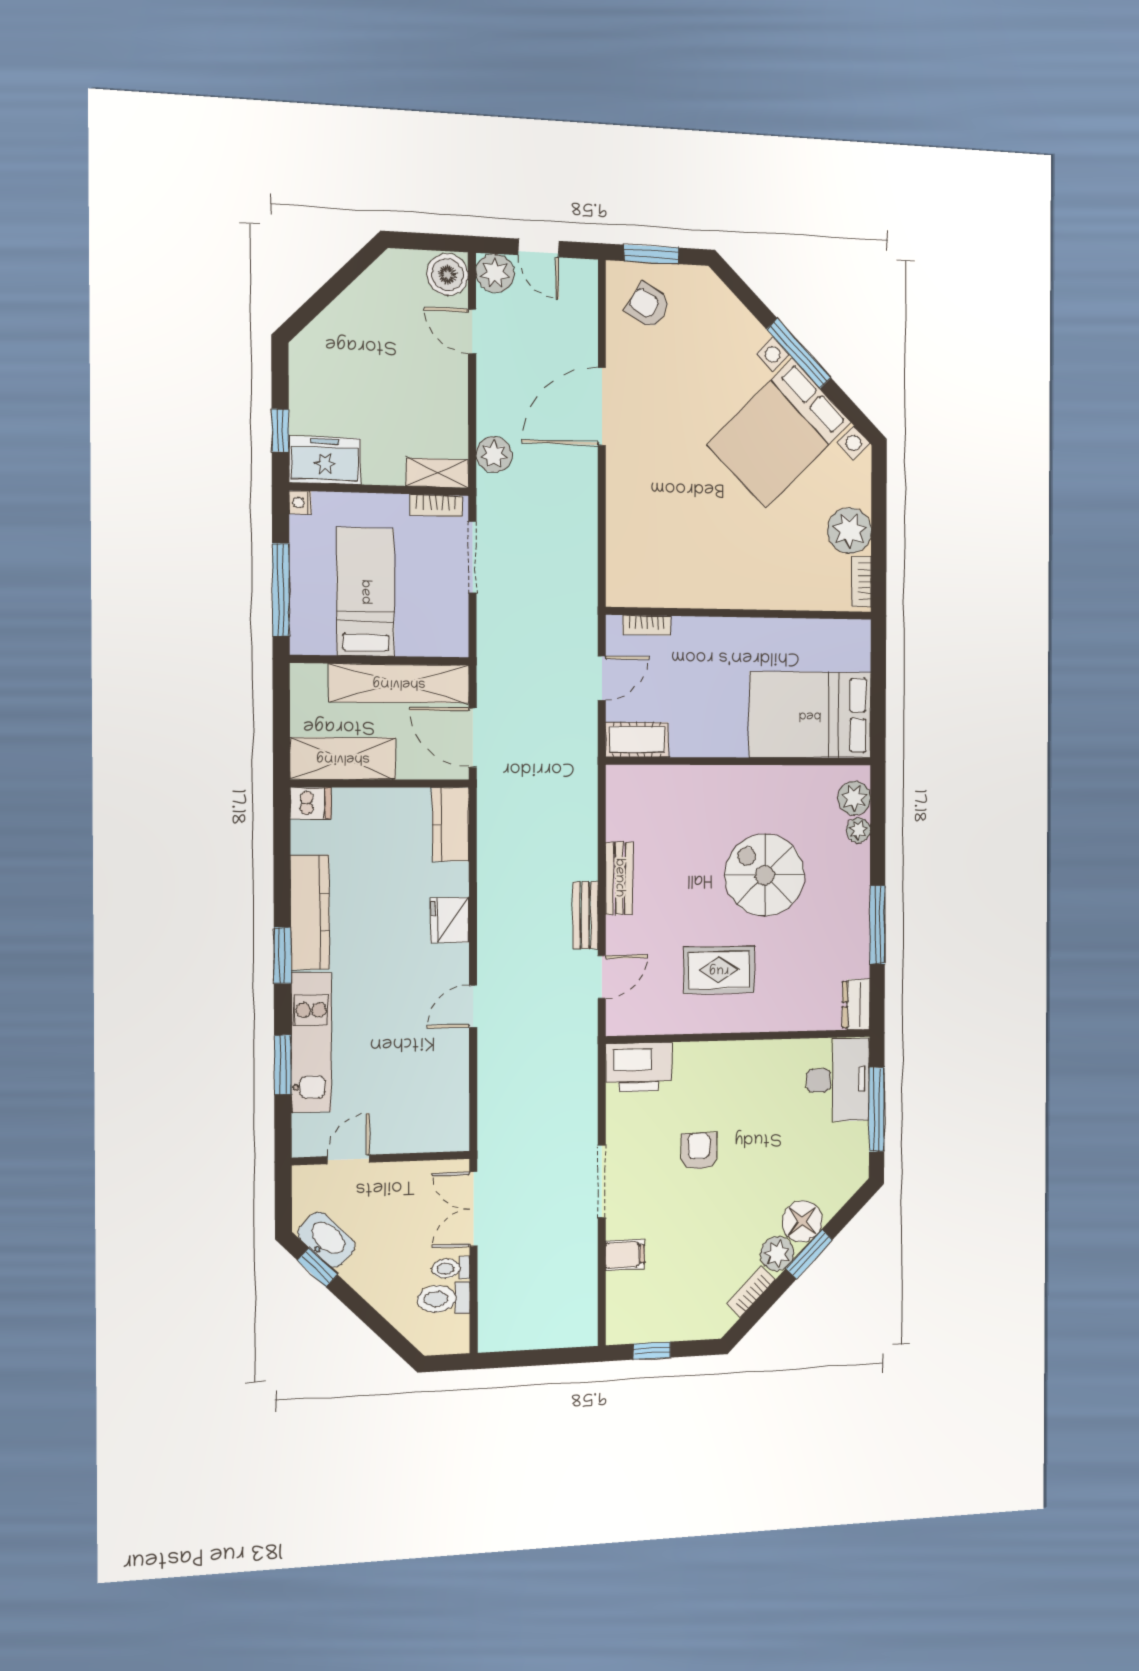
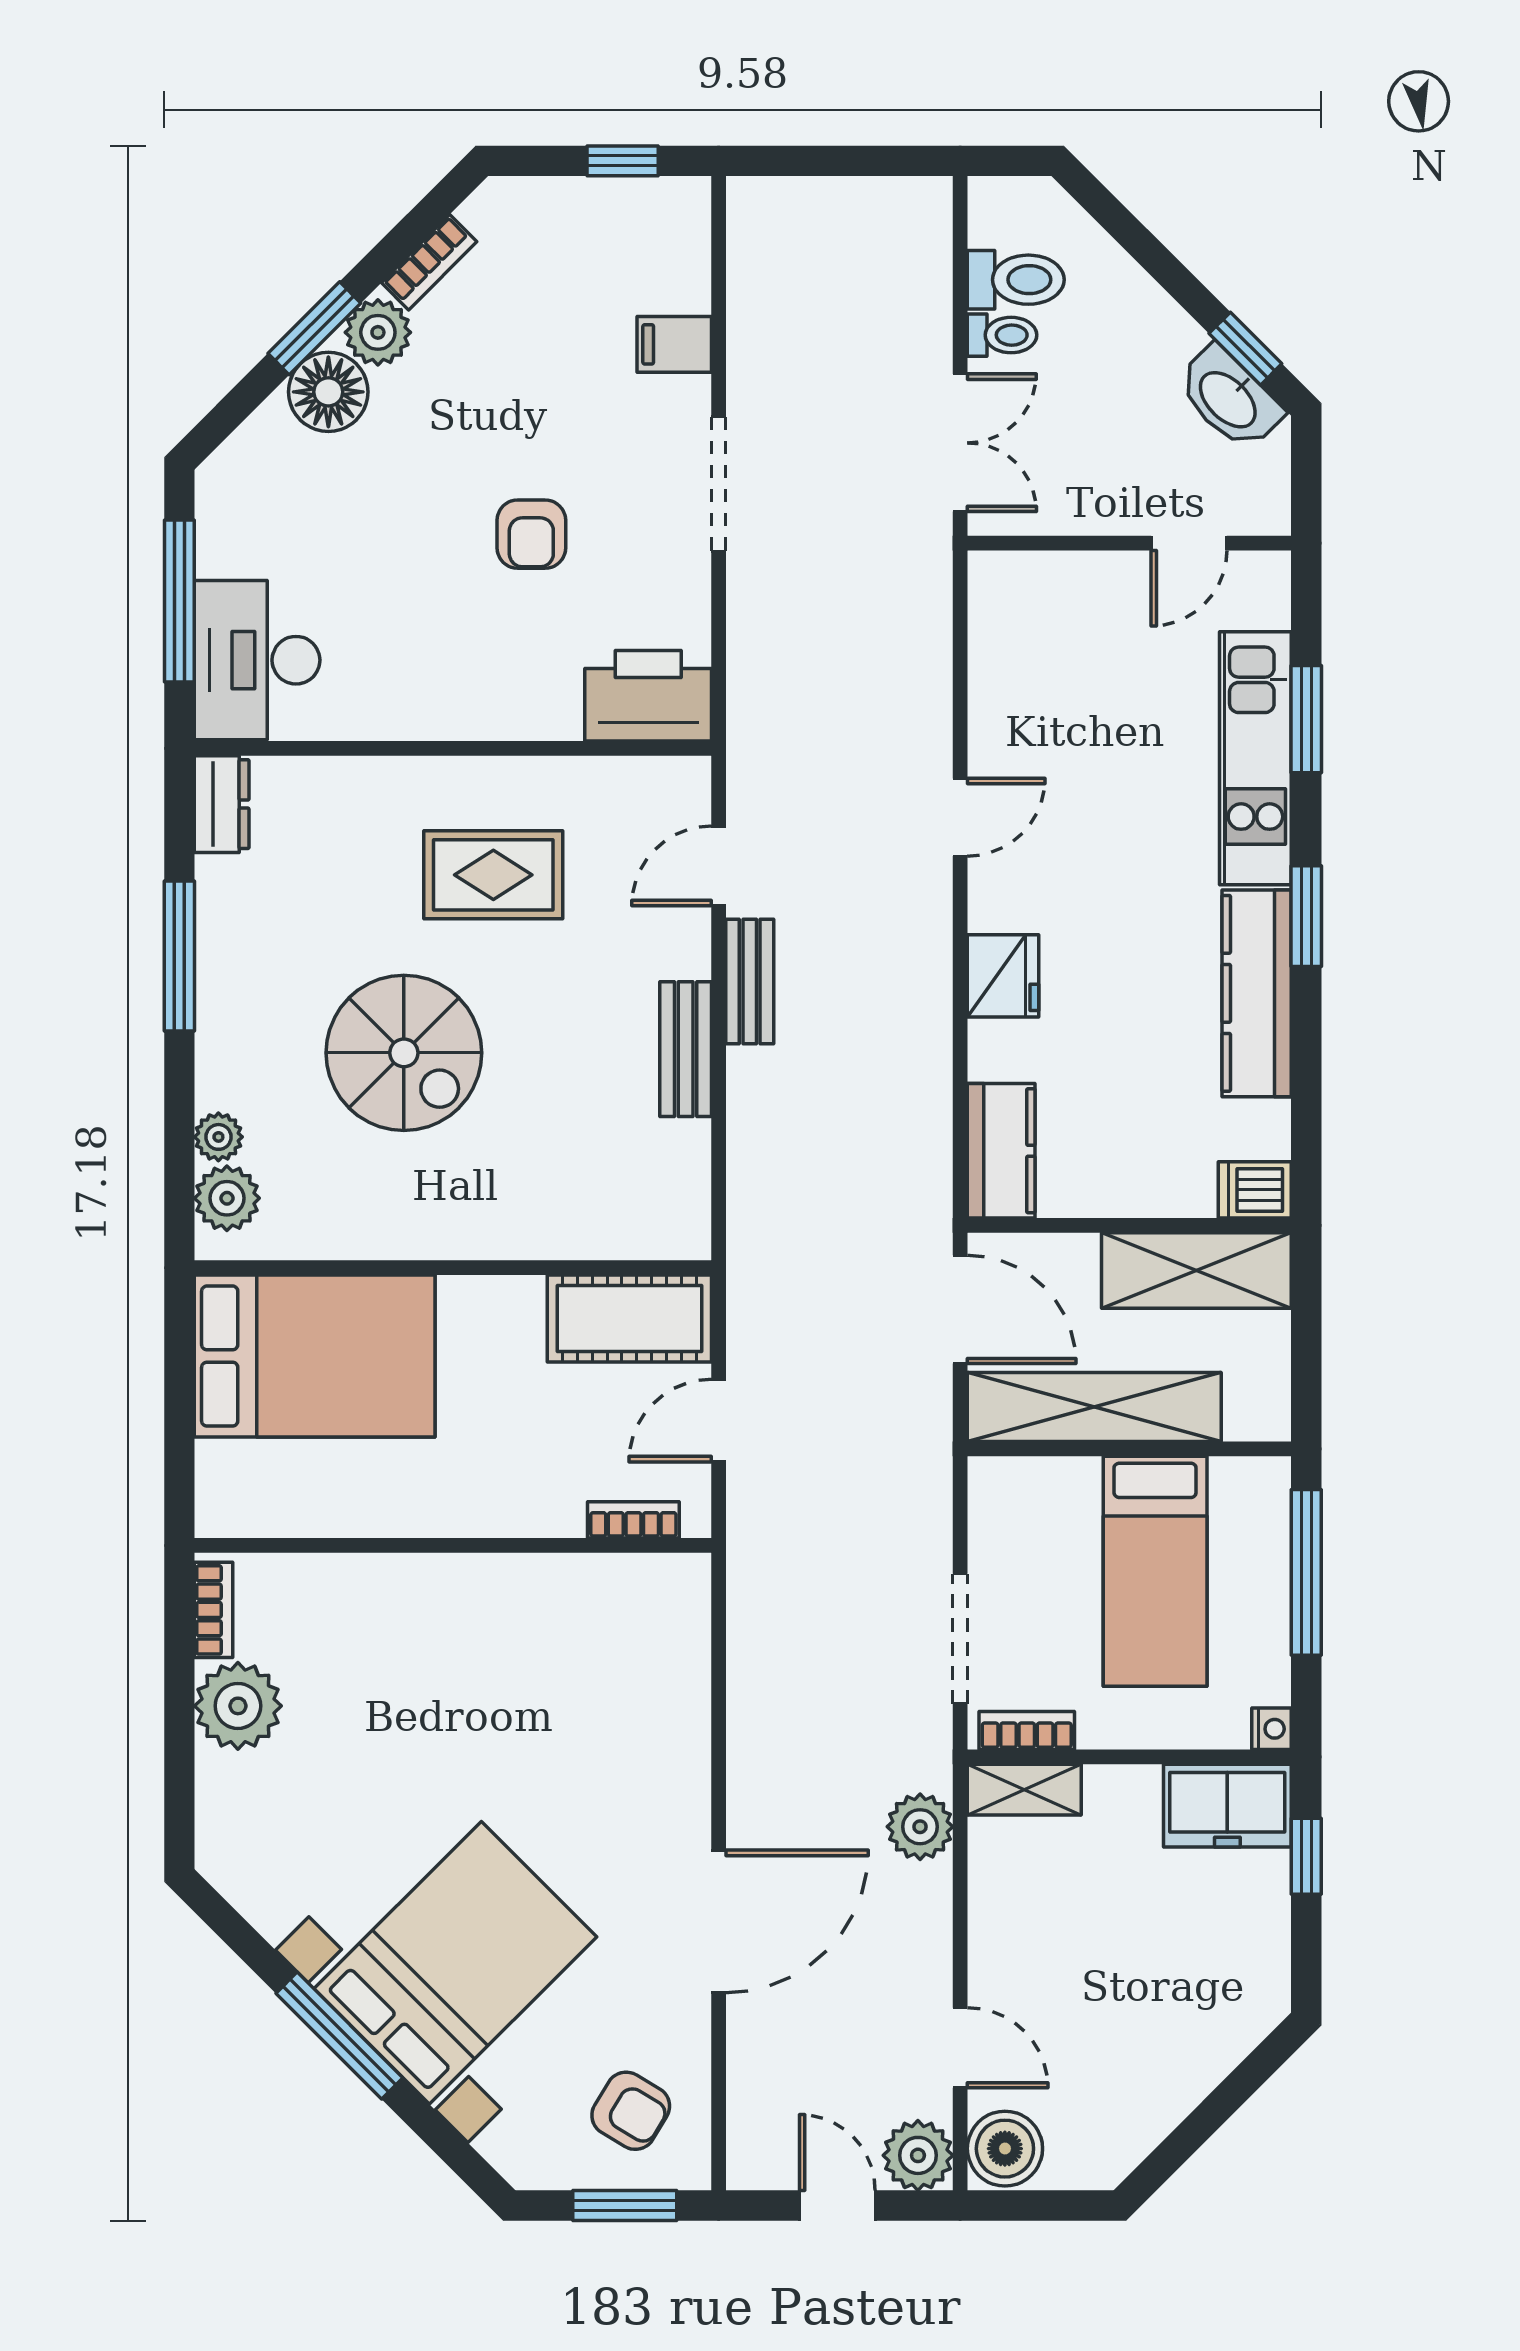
bed with nightstands: (779, 433) -> (455, 1963), moved
cot: (637, 740) -> (629, 1319), width x1.37, depth x1.34

